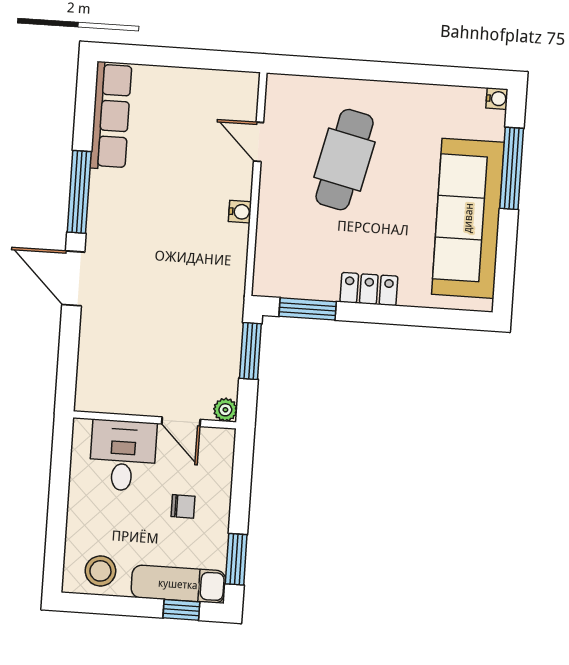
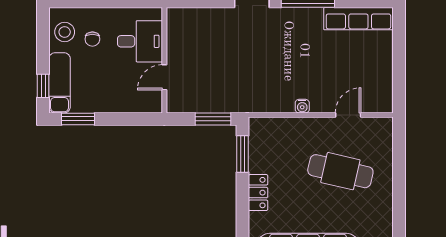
plant: (225, 410) -> (174, 105), removed
chair: (183, 506) -> (92, 39), moved

